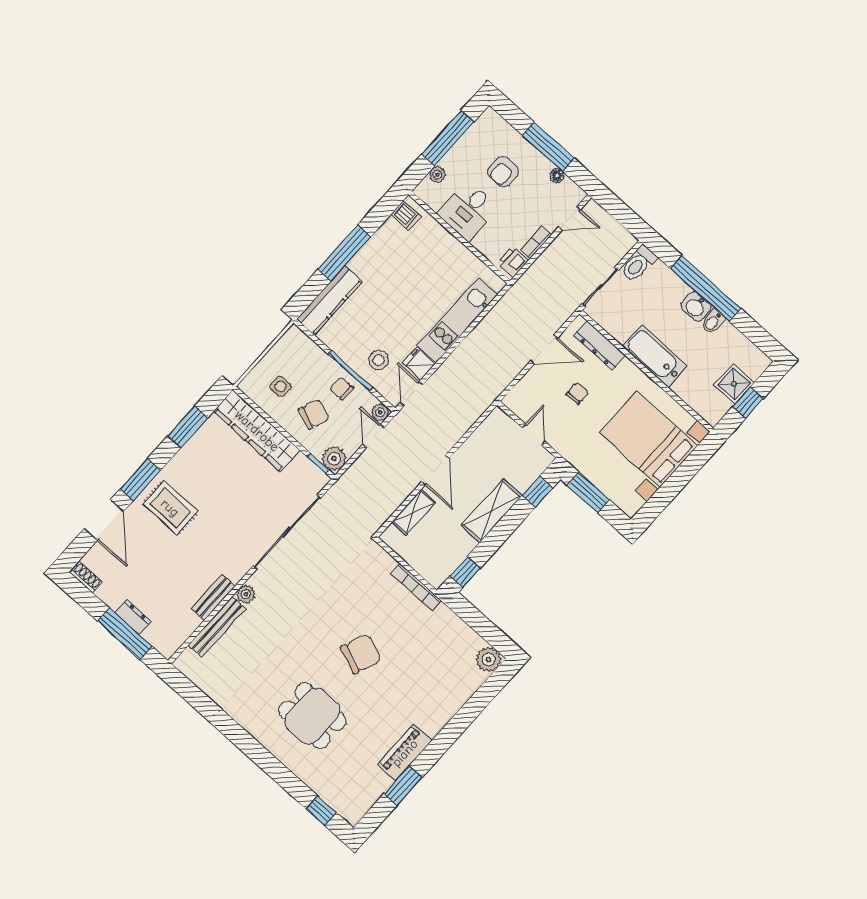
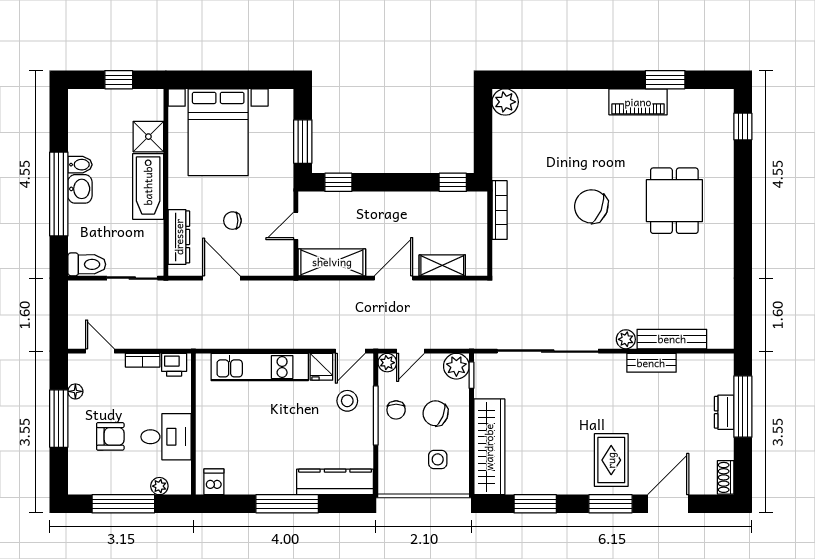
shower: (734, 384) -> (148, 137), moved
shelving: (492, 511) -> (332, 262), moved

